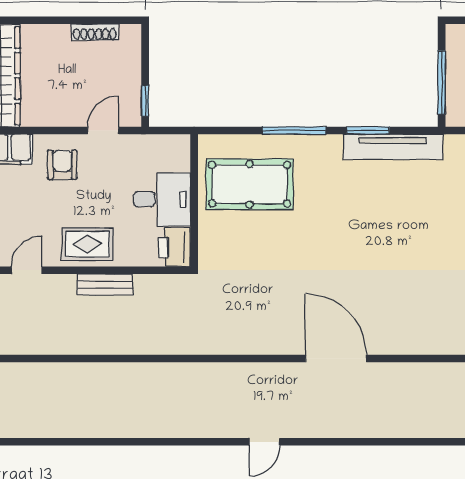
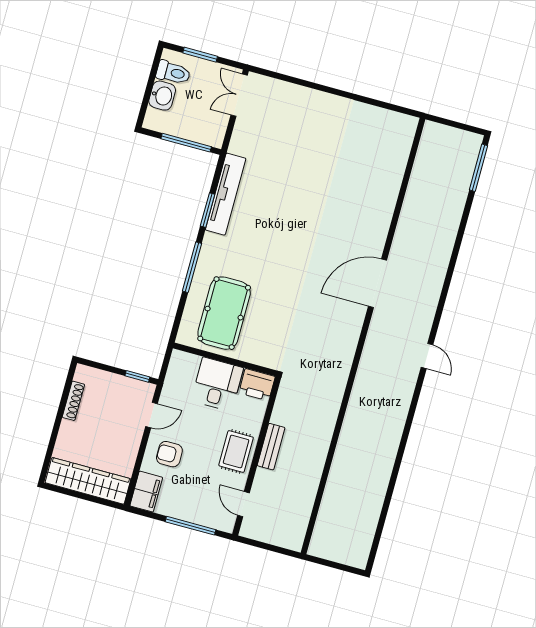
door: (103, 131) -> (152, 415), swing flipped

